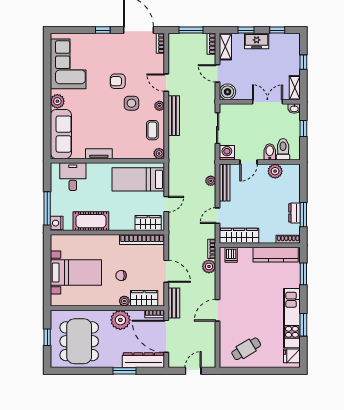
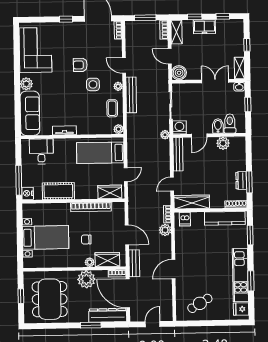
plant: (211, 181) -> (165, 135), moved
bookcase: (142, 240) -> (91, 207), moved

